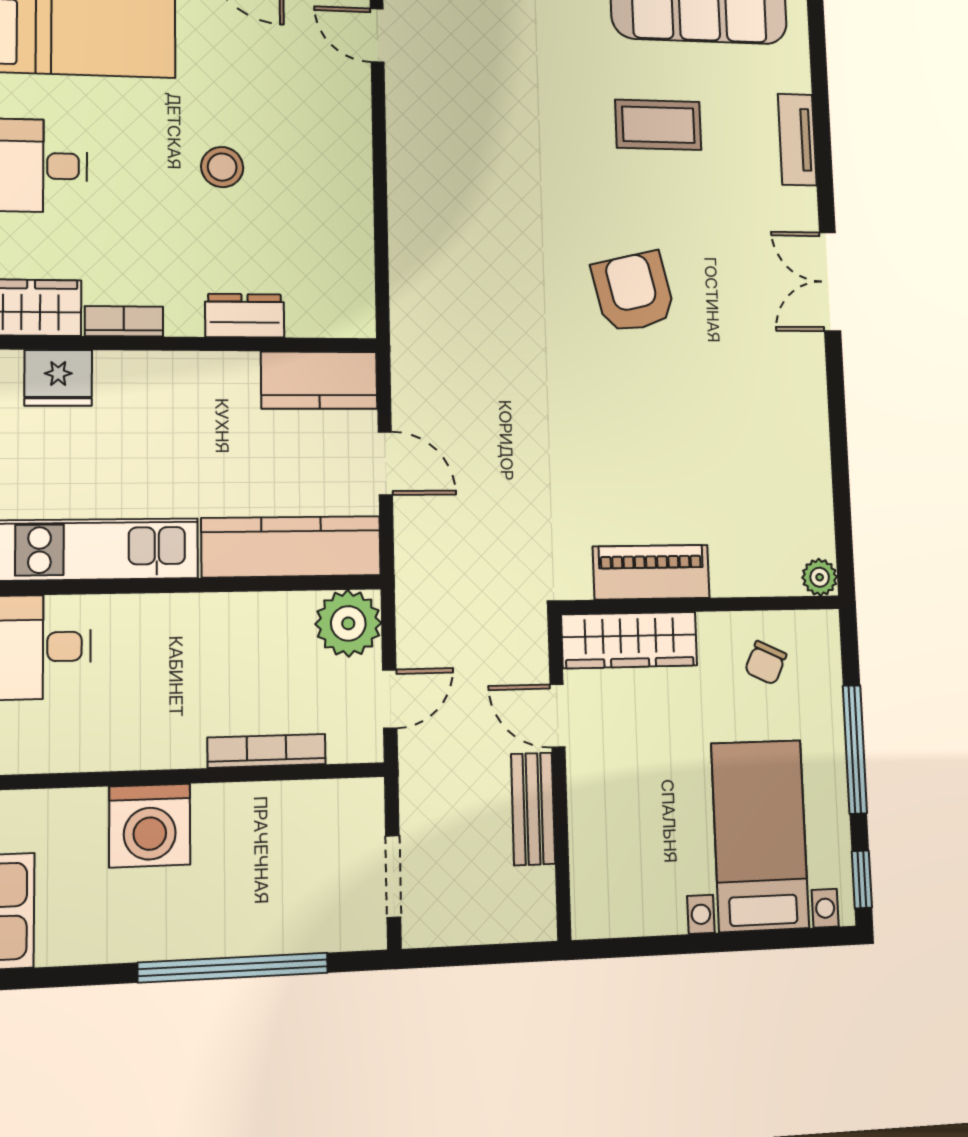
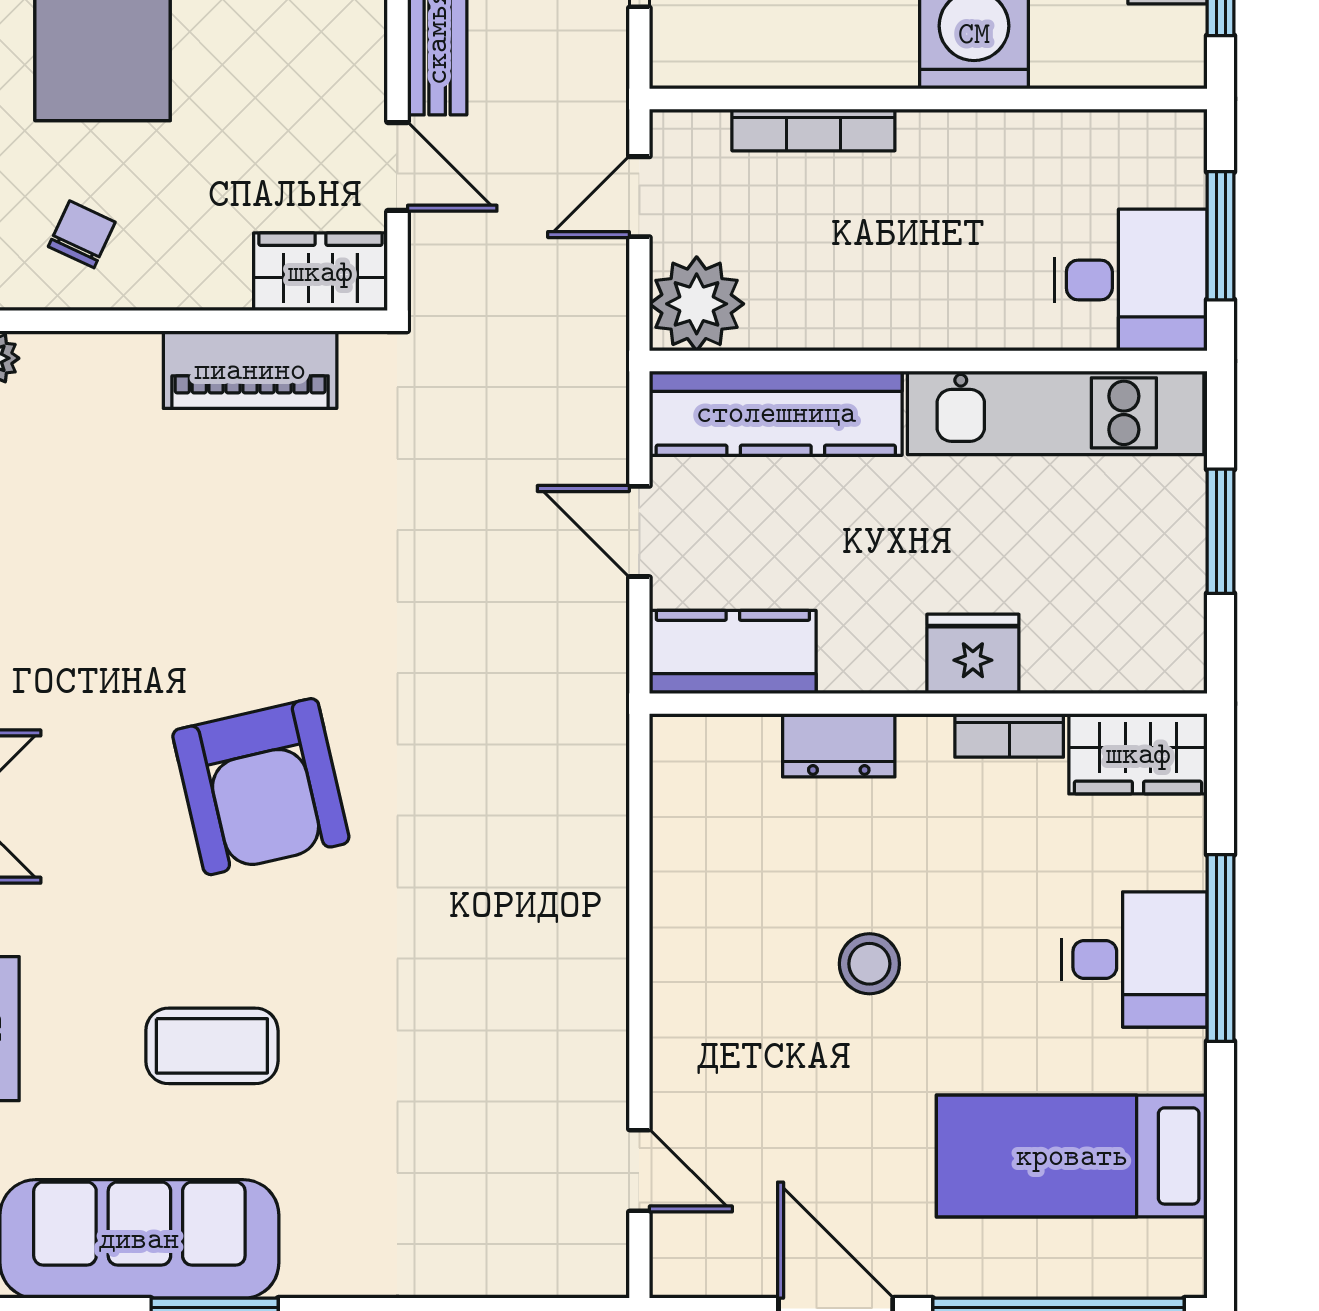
armchair: (633, 292) -> (261, 787), width x1.36, depth x1.36
fridge: (58, 378) -> (973, 654), moved
wardrobe: (629, 640) -> (320, 272), width x0.67

